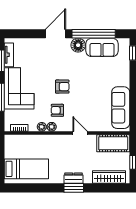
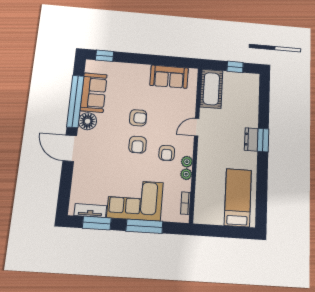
armchair: (84, 85) -> (138, 118), added
armchair: (62, 87) -> (138, 145), turned 180
sofa: (121, 108) -> (169, 77), width x0.73
wardrobe: (109, 177) -> (251, 97), removed

